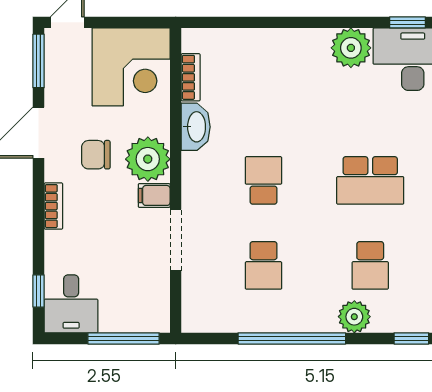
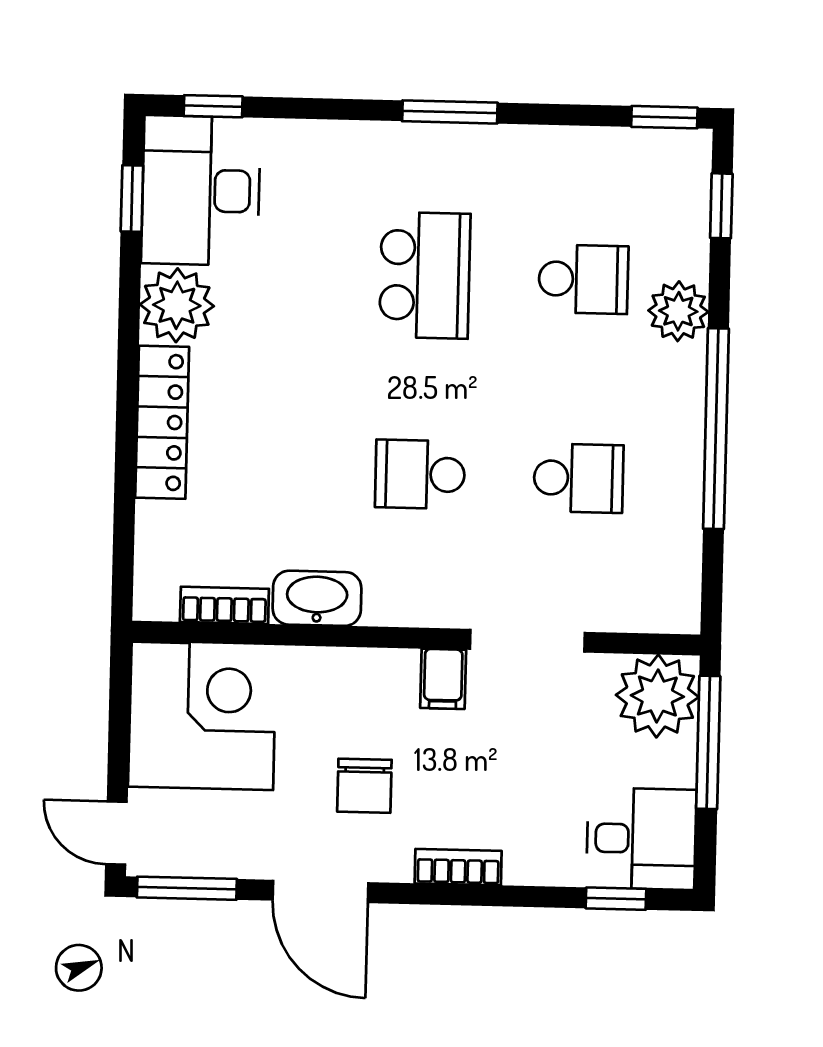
locker: (288, 41) -> (162, 422), added
plant: (148, 159) -> (657, 696), moved

